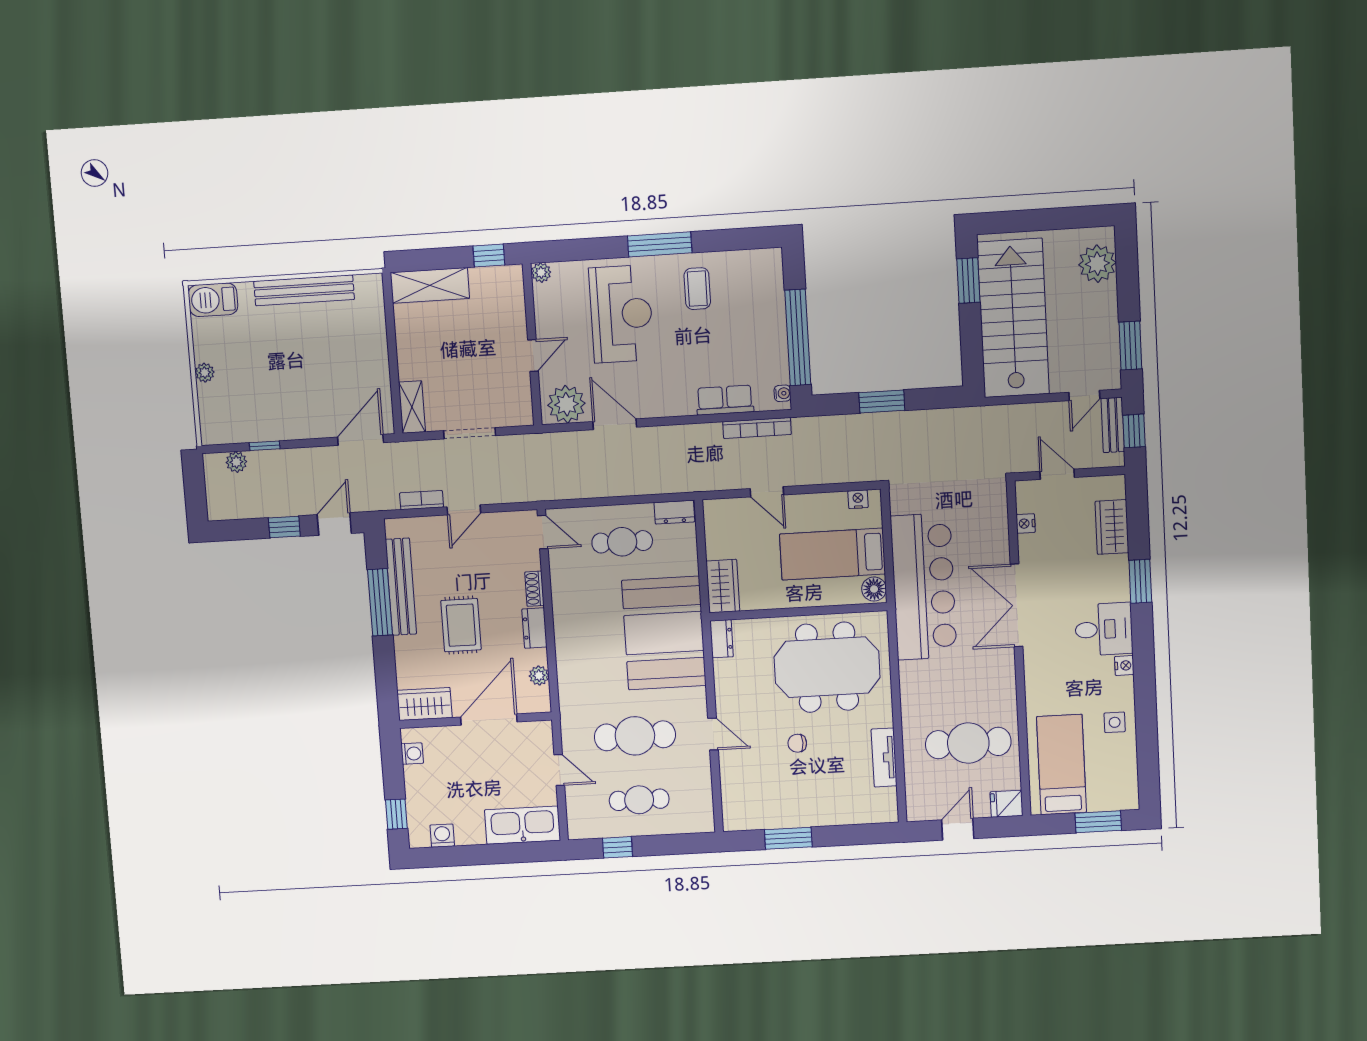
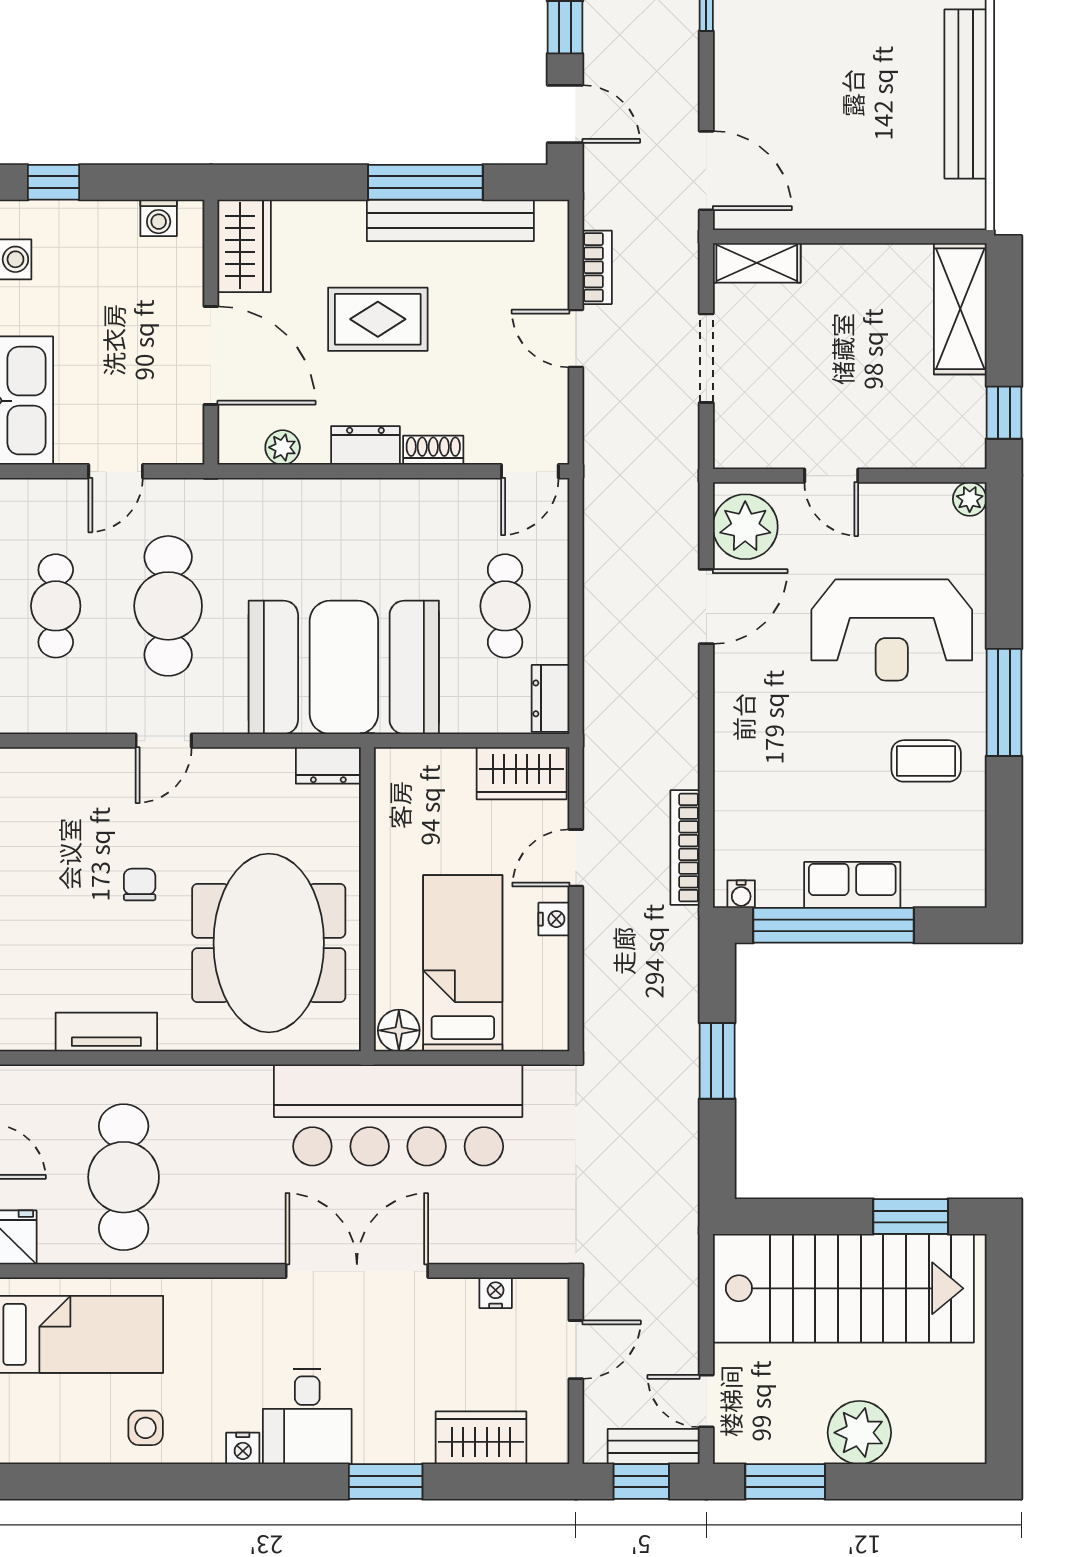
plant: (1097, 264) -> (859, 1433), moved
row of seats: (725, 400) -> (852, 885), moved, turned -90
nightstand: (858, 499) -> (554, 919), moved
wardrobe: (723, 586) -> (522, 773), moved

